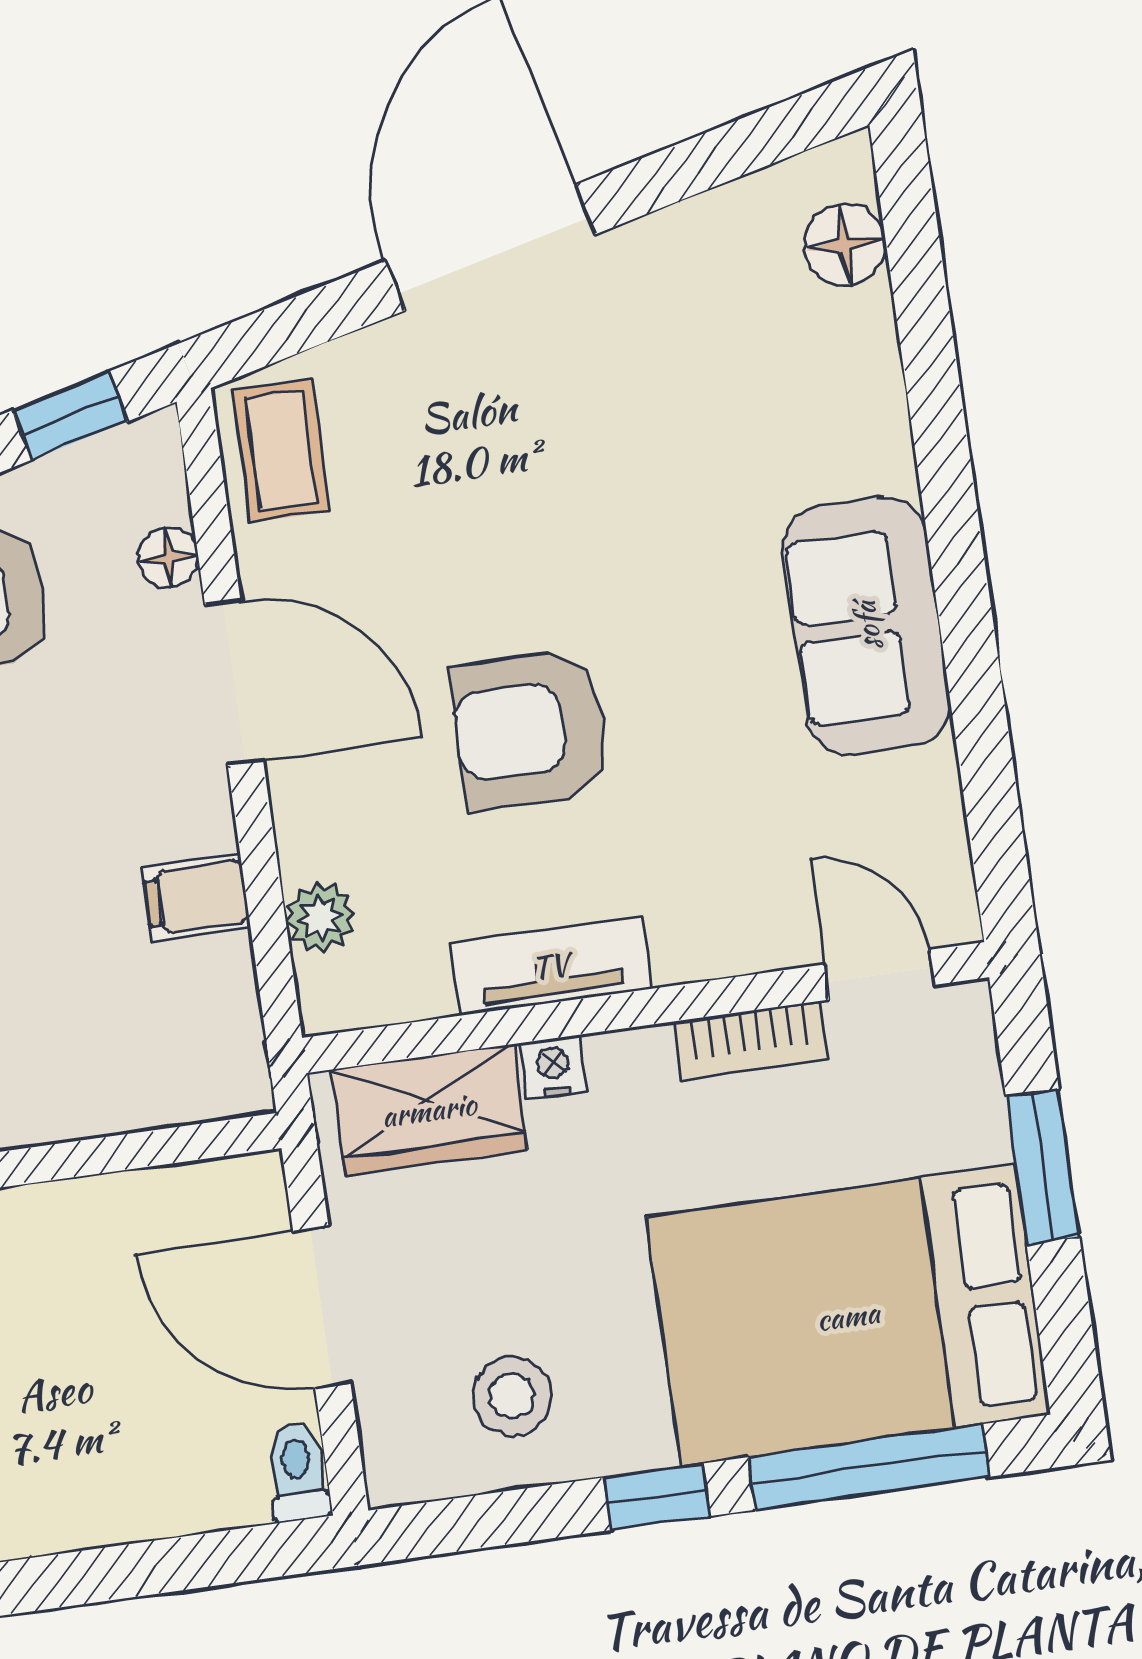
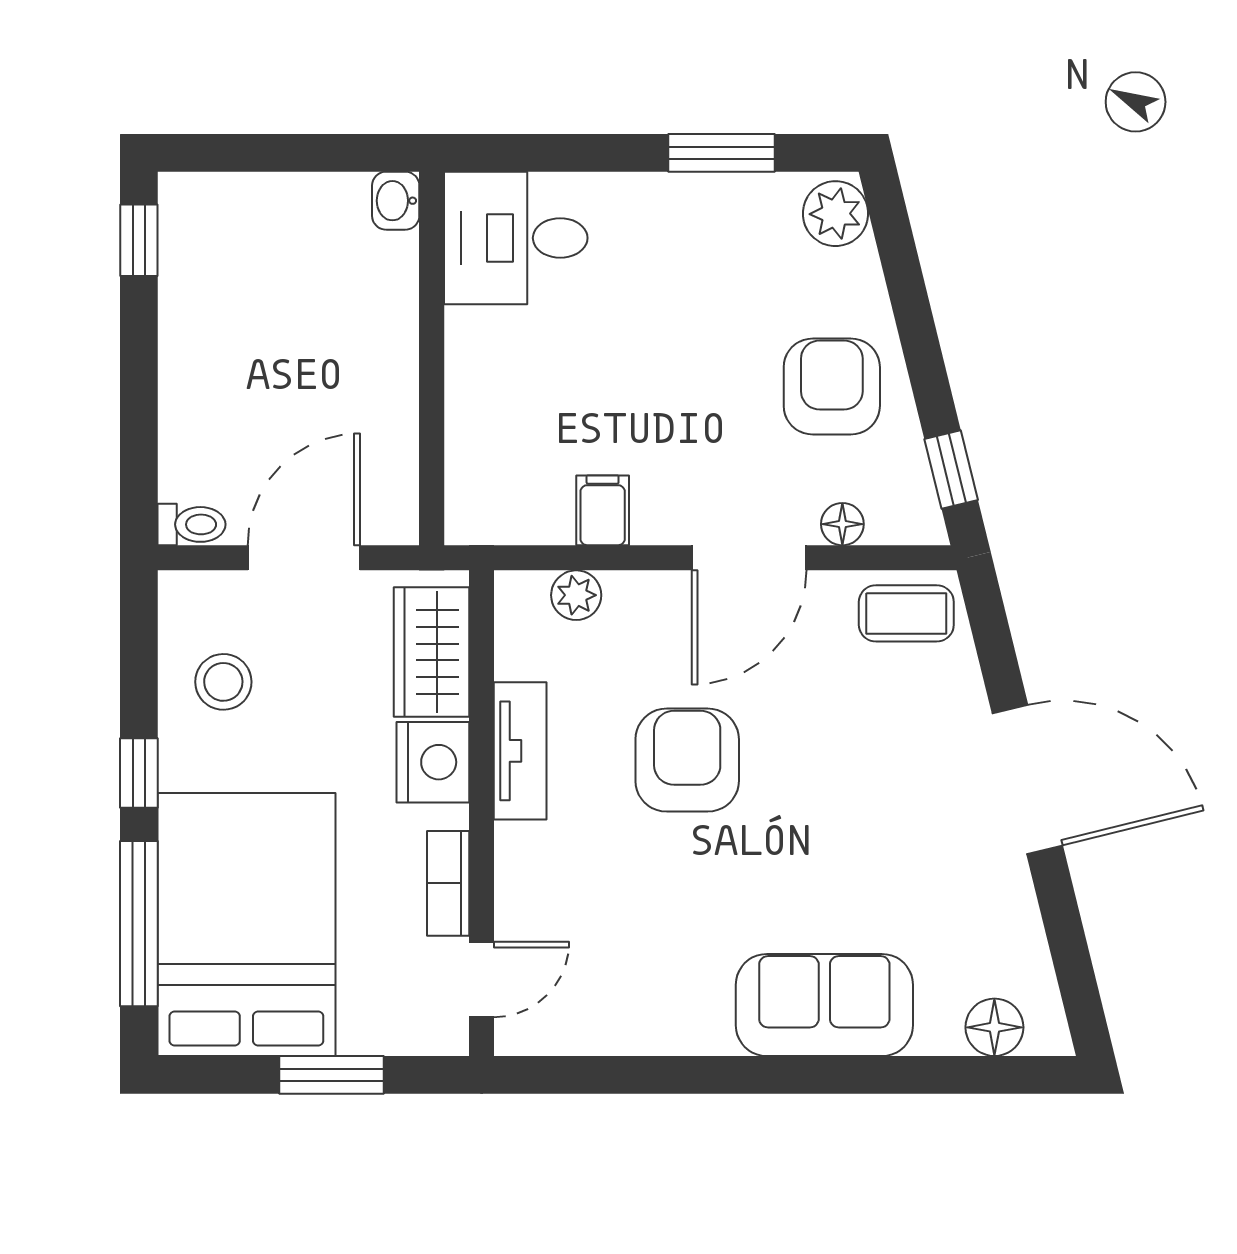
sofa: (867, 626) -> (824, 1005), moved
nightstand: (554, 1067) -> (433, 762), width x1.89, depth x1.79

